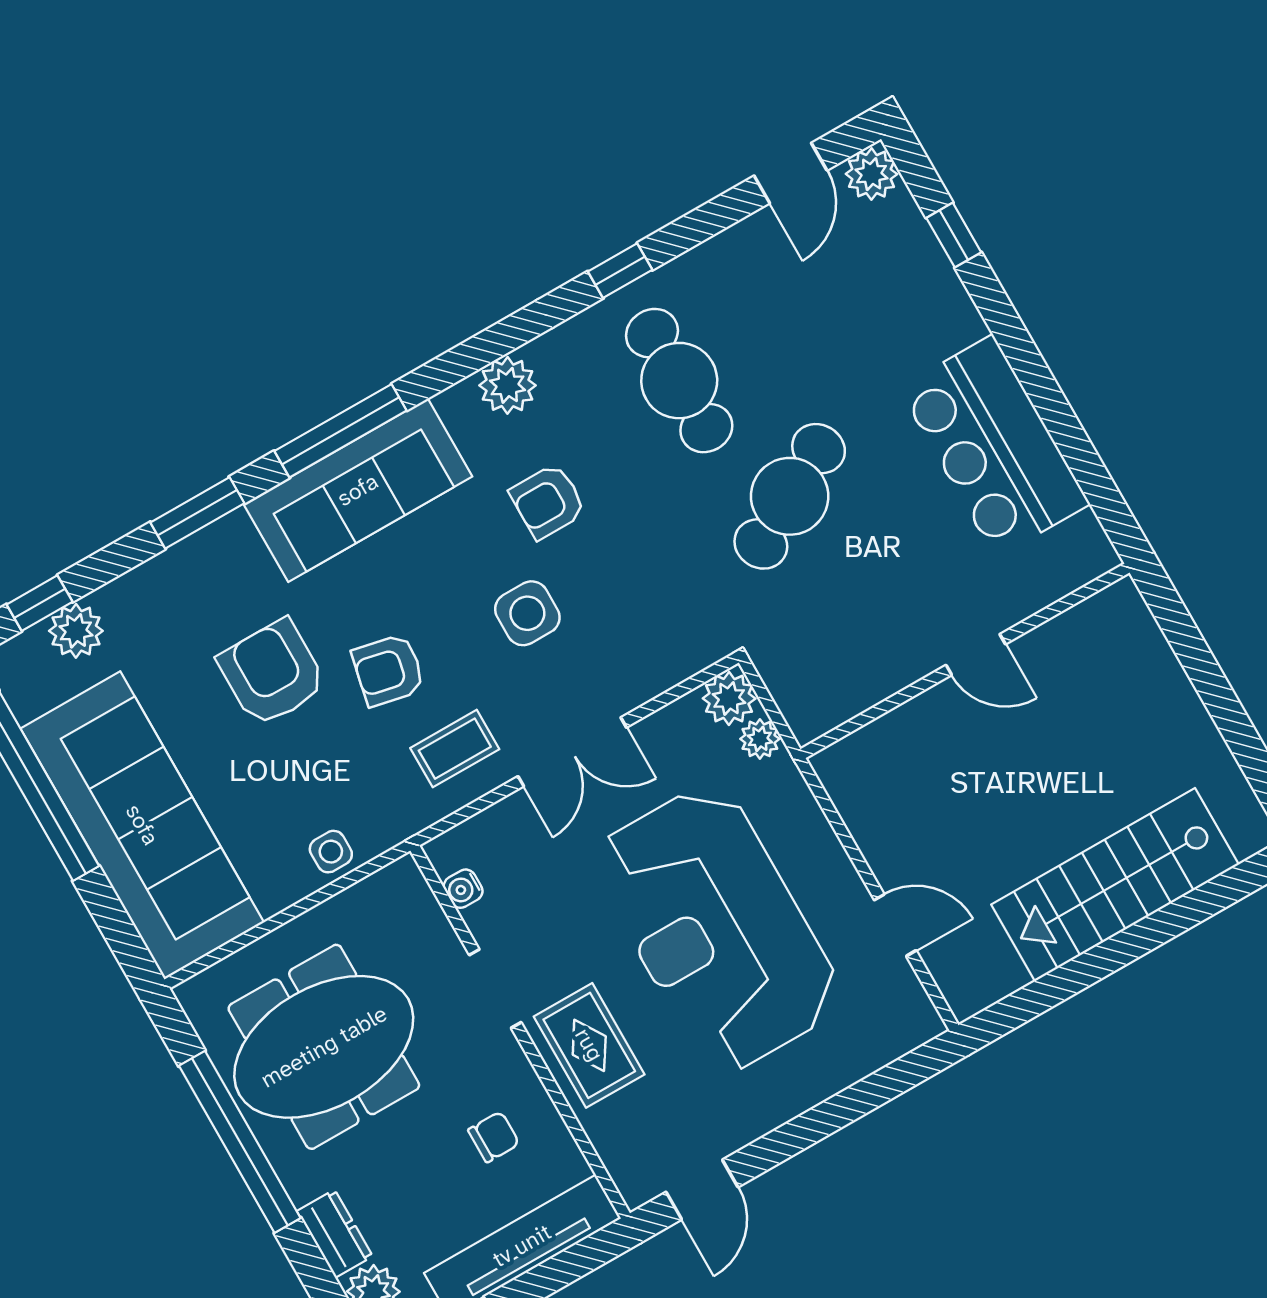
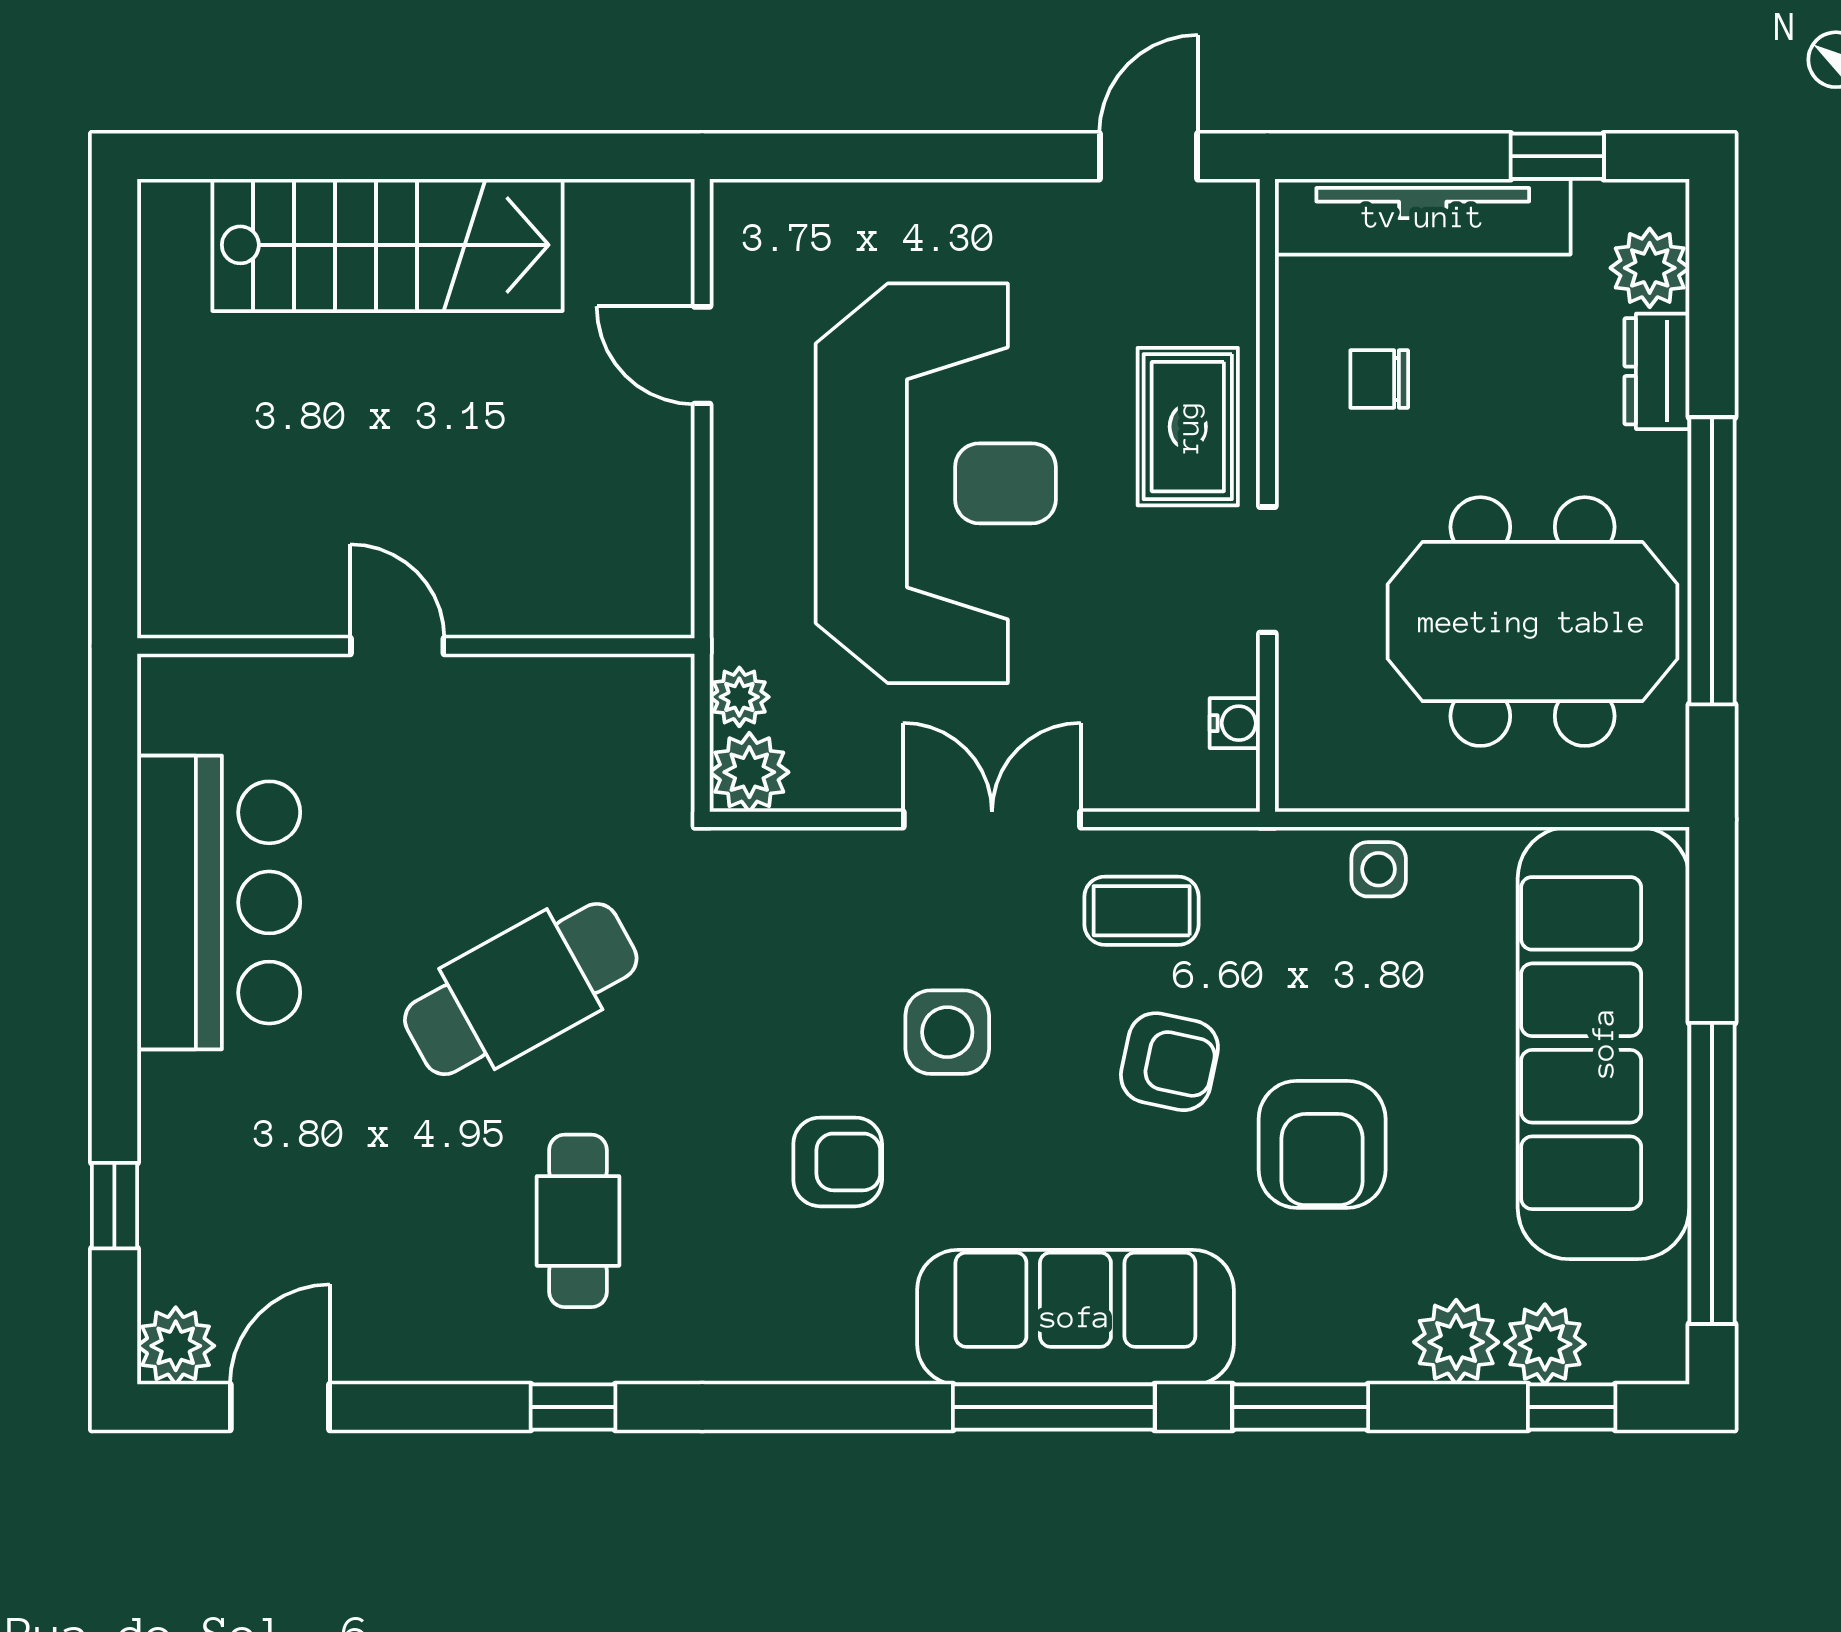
cafe table: (679, 381) -> (578, 1221), width x0.73, depth x0.74
plant: (508, 385) -> (1456, 1342), moved

